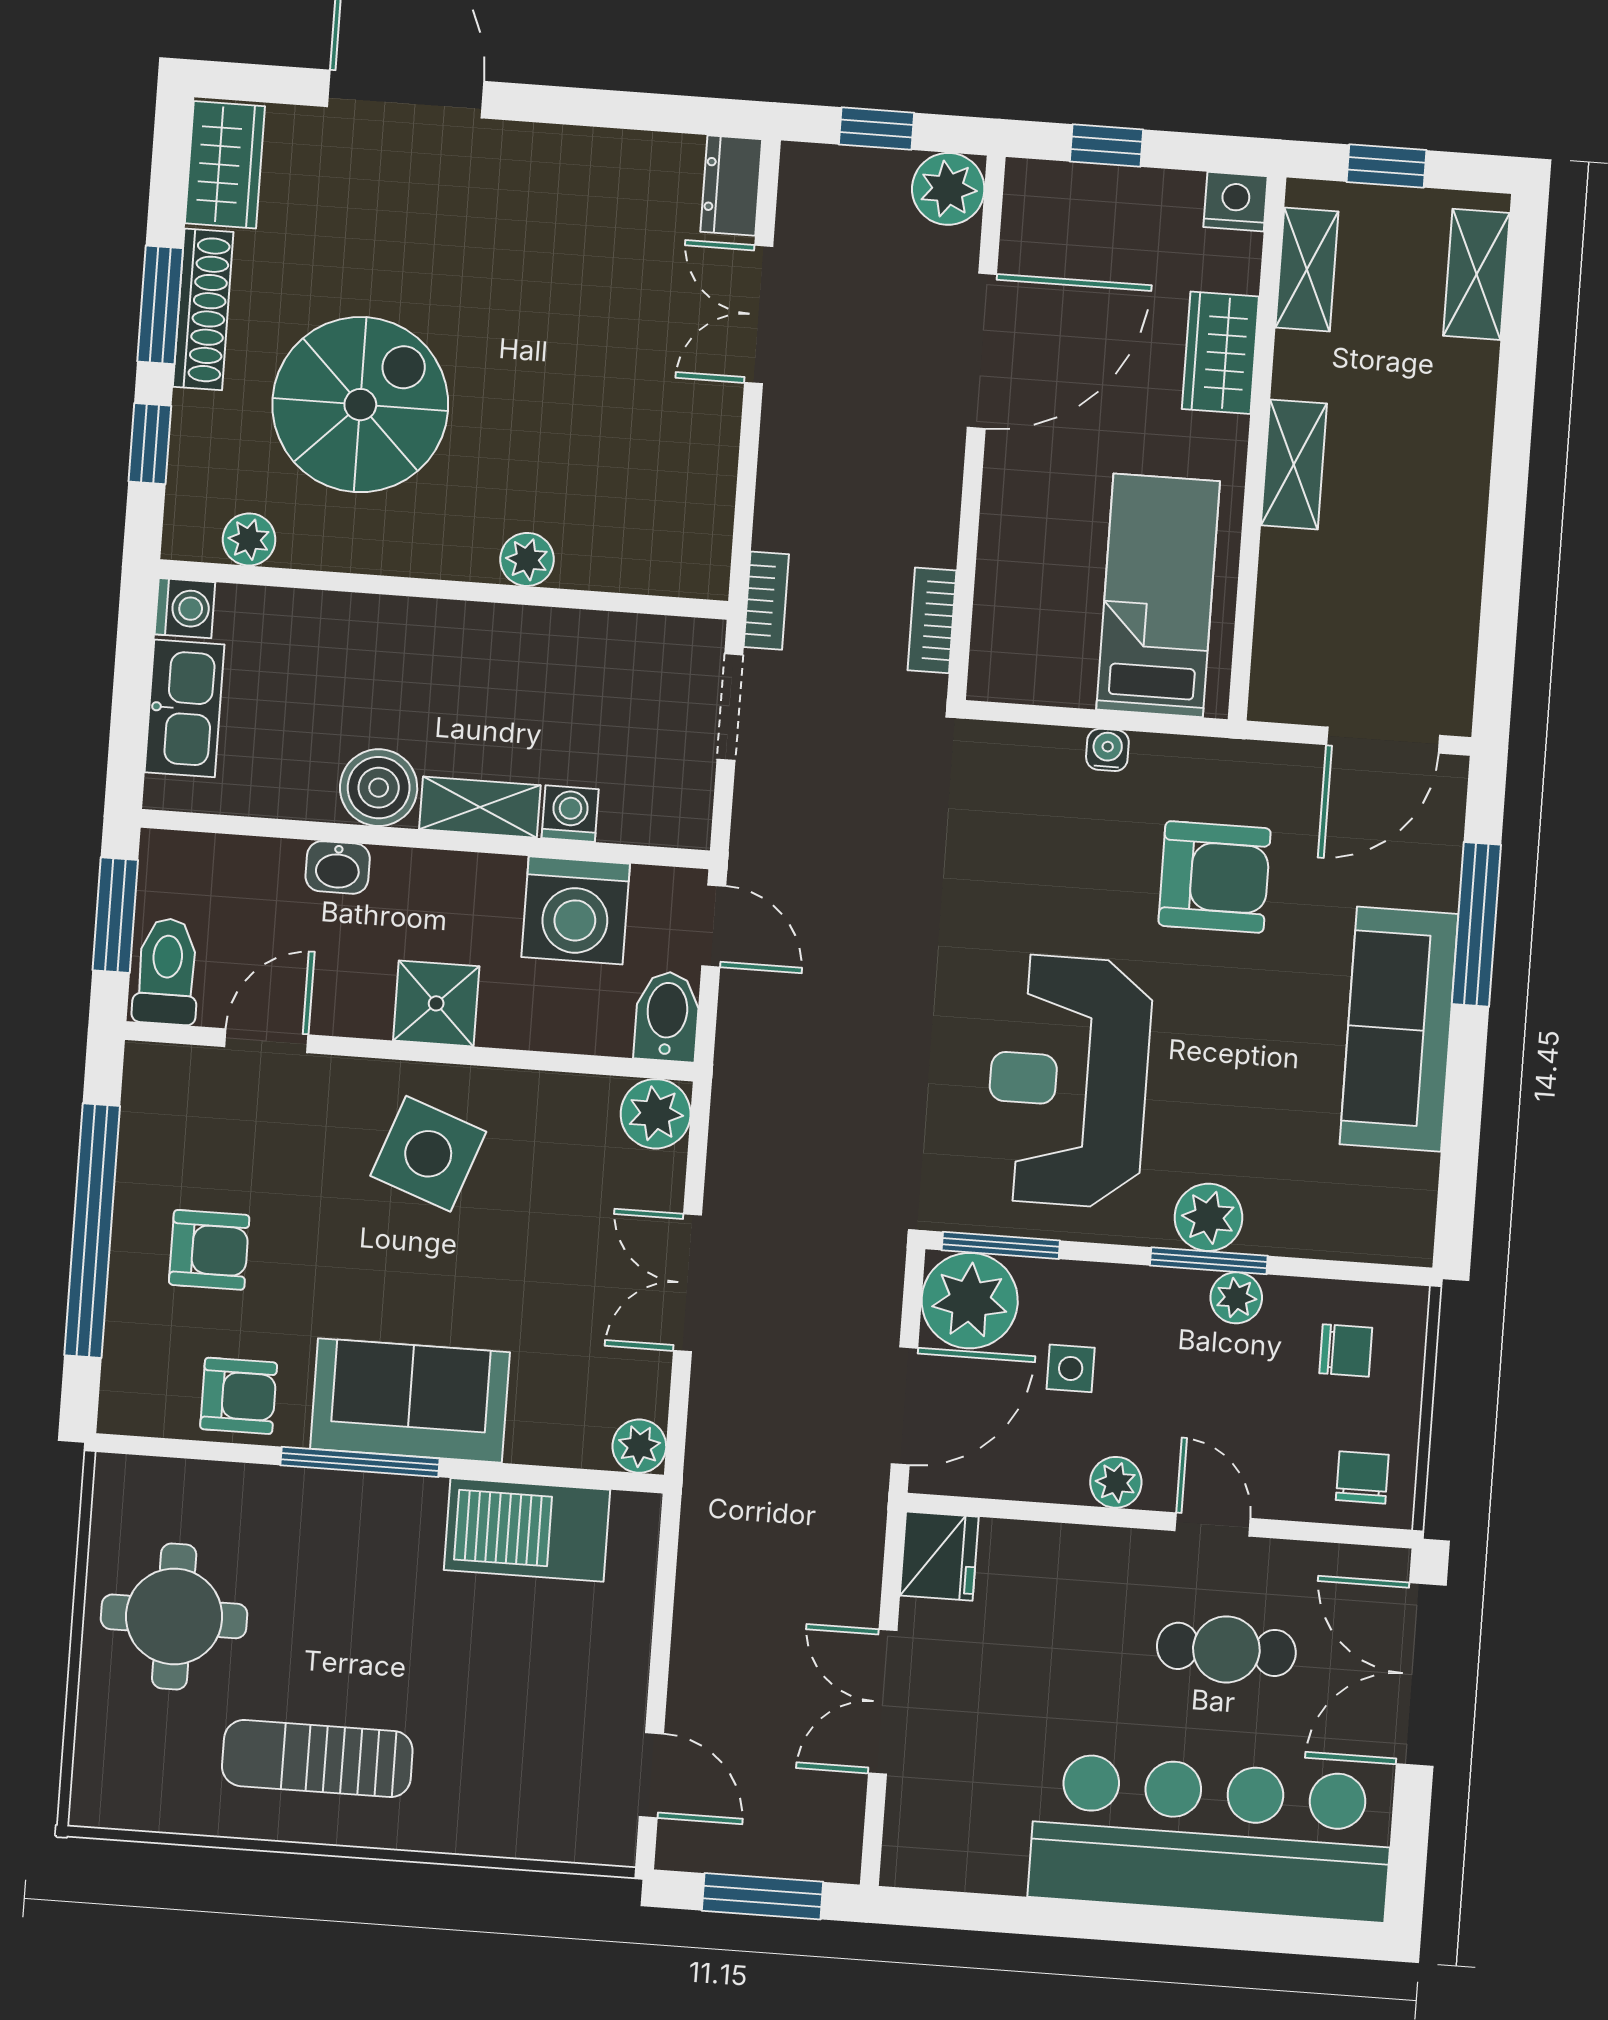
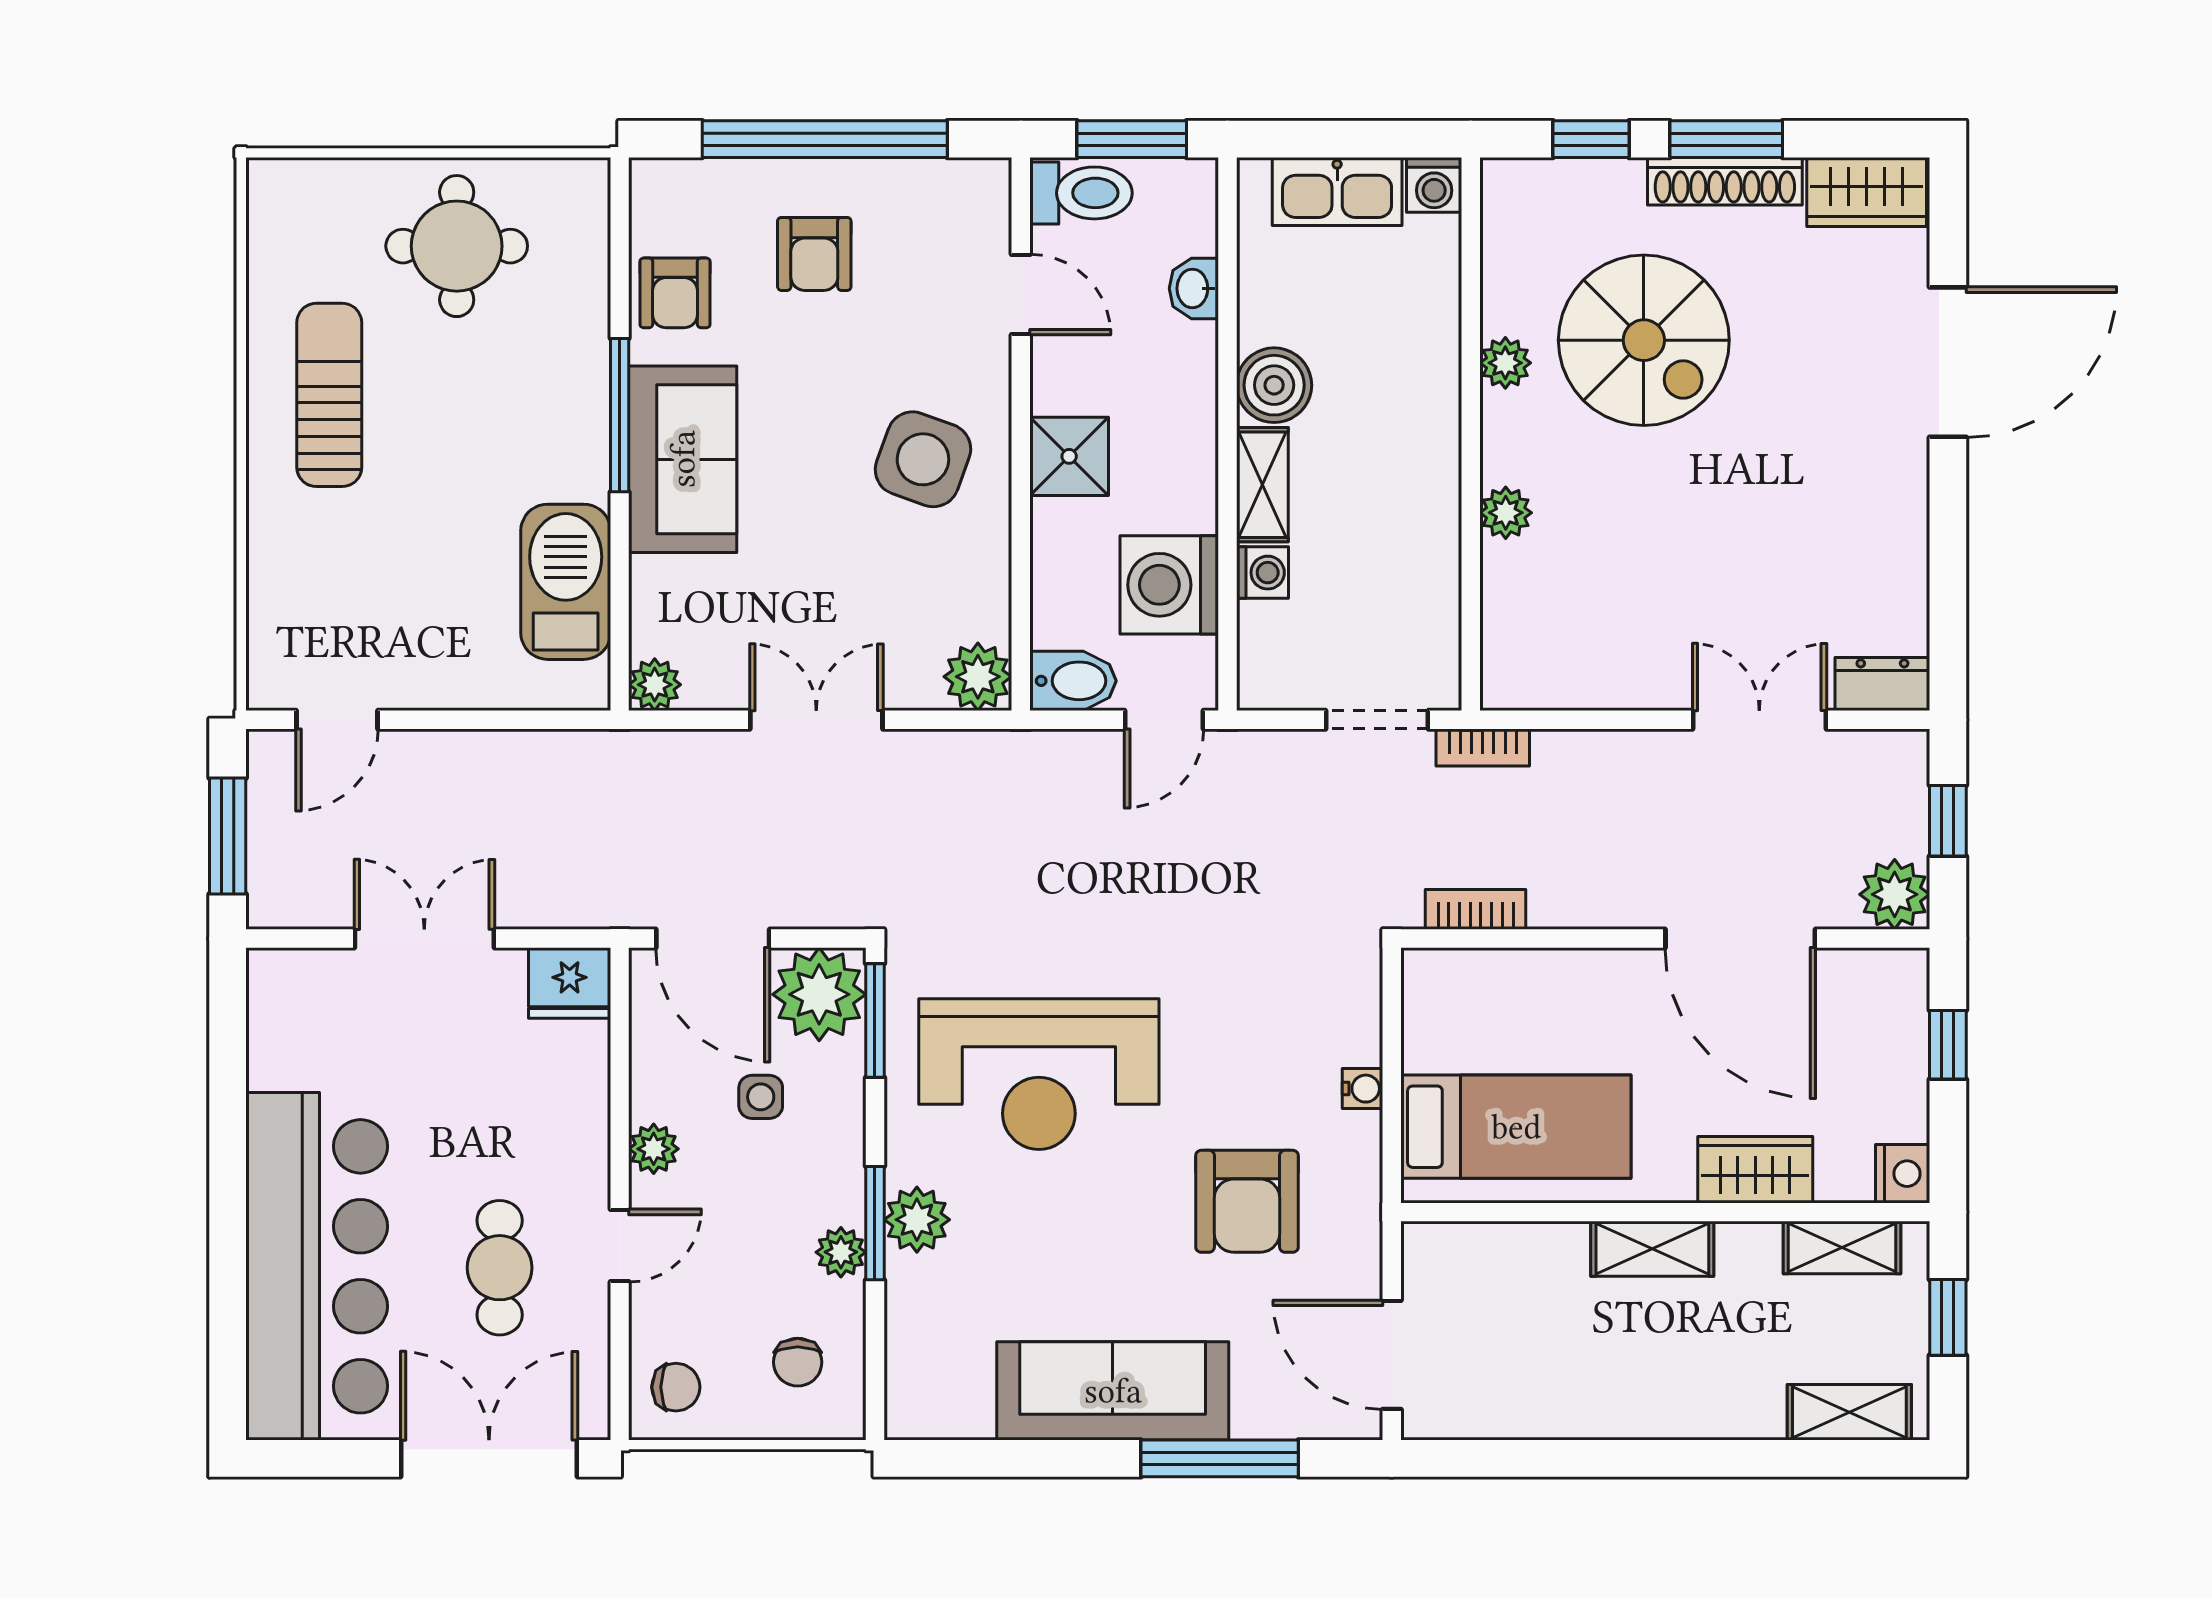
plant: (249, 539) -> (1505, 363), moved
washbasin: (338, 867) -> (1194, 288), moved
reception desk: (1068, 1081) -> (1039, 1074), turned 180

